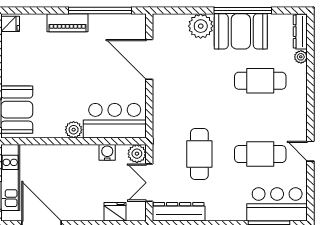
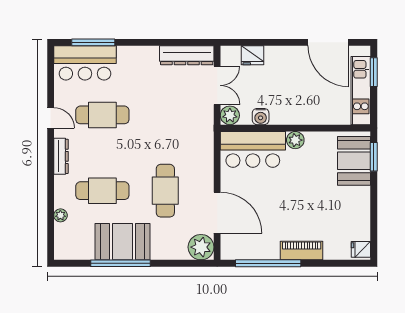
plant: (201, 26) -> (201, 247), moved
dresser: (300, 32) -> (61, 156), moved
cafe table: (199, 154) -> (165, 191), moved

